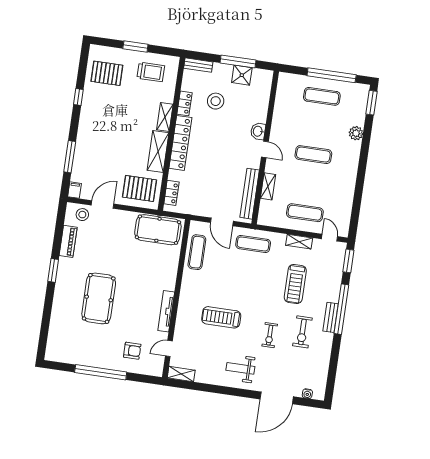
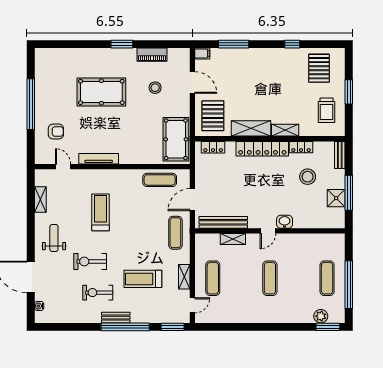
plant: (356, 133) -> (321, 316), moved
stool: (82, 215) -> (155, 88), moved
exercise bike: (270, 335) -> (90, 262), width x1.38, depth x1.39
armchair: (132, 351) -> (56, 132), turned -90
shelving: (181, 374) -> (40, 200), moved

